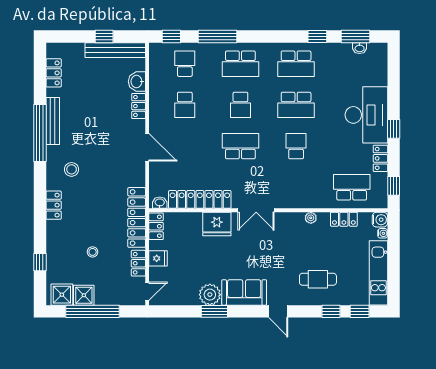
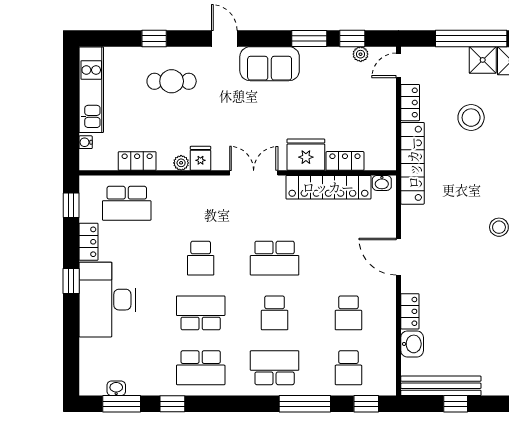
school desk: (296, 64) -> (201, 368), turned 180
school desk: (185, 105) -> (348, 313), turned 180
school desk: (240, 105) -> (275, 313), turned 180
water cooler: (380, 220) -> (89, 160), removed
locker: (156, 226) -> (345, 161), moved, turned 90
stool: (93, 252) -> (471, 118), width x1.89, depth x1.89
fridge: (158, 258) -> (200, 158), moved, turned 90
plant: (210, 295) -> (361, 54), moved, width x0.53, depth x0.53
window: (360, 311) -> (352, 39), moved

